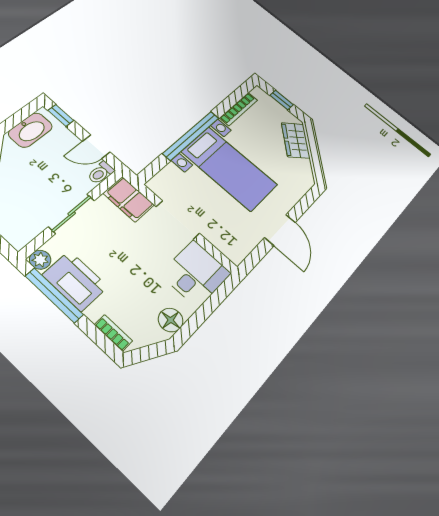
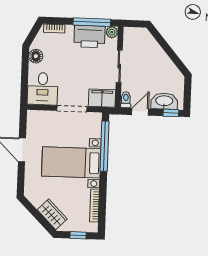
washbasin: (30, 130) -> (164, 101), moved, turned 90
window: (191, 136) -> (104, 146), moved

